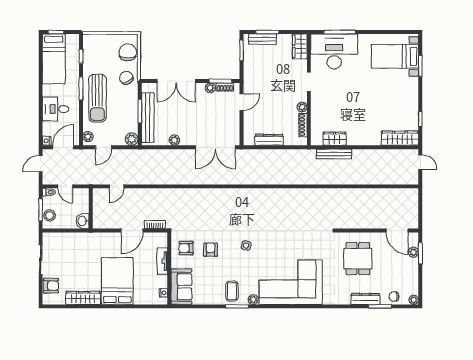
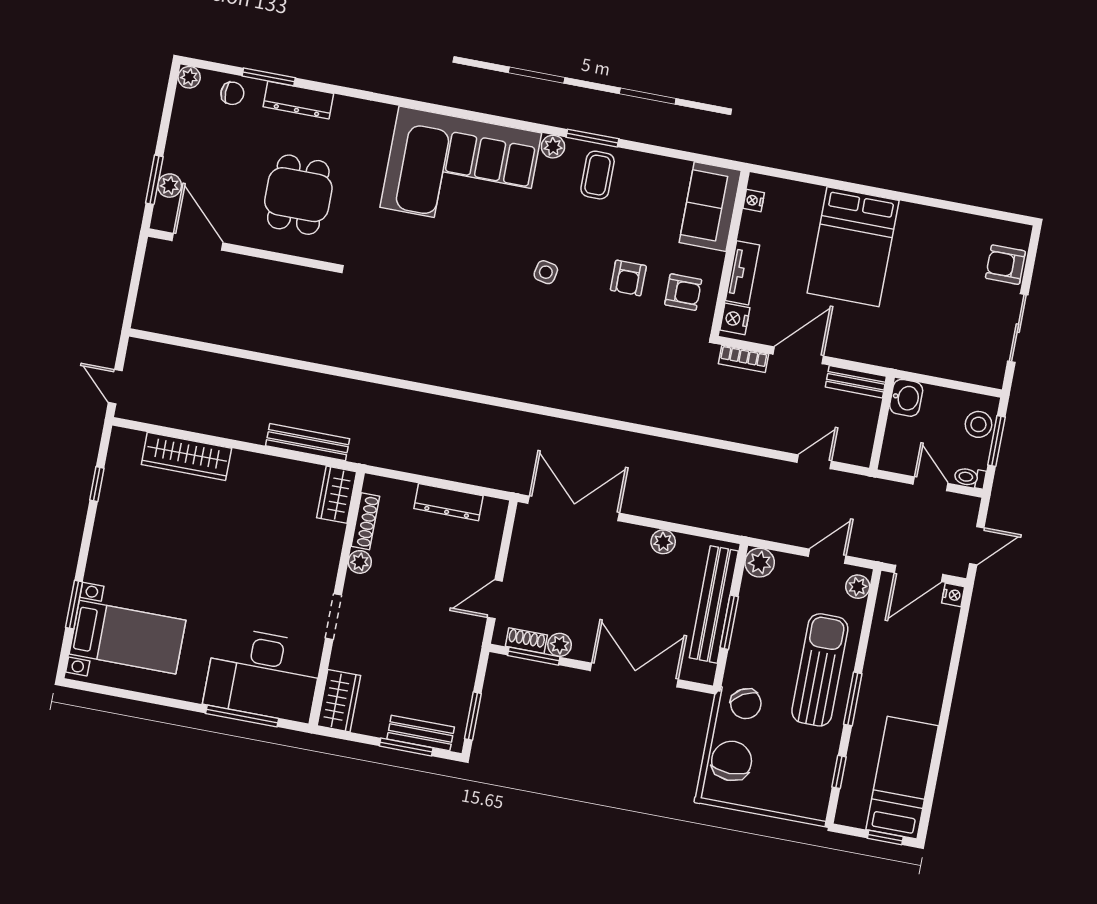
chair: (128, 52) -> (732, 761), turned 180
desk: (56, 109) -> (919, 663), removed
wardrobe: (400, 138) -> (186, 456), moved
wardrobe: (335, 139) -> (337, 495), moved, turned 90
bench: (105, 224) -> (856, 382), added
nightstand: (162, 241) -> (735, 319), added
wardrobe: (83, 298) -> (938, 223), removed

